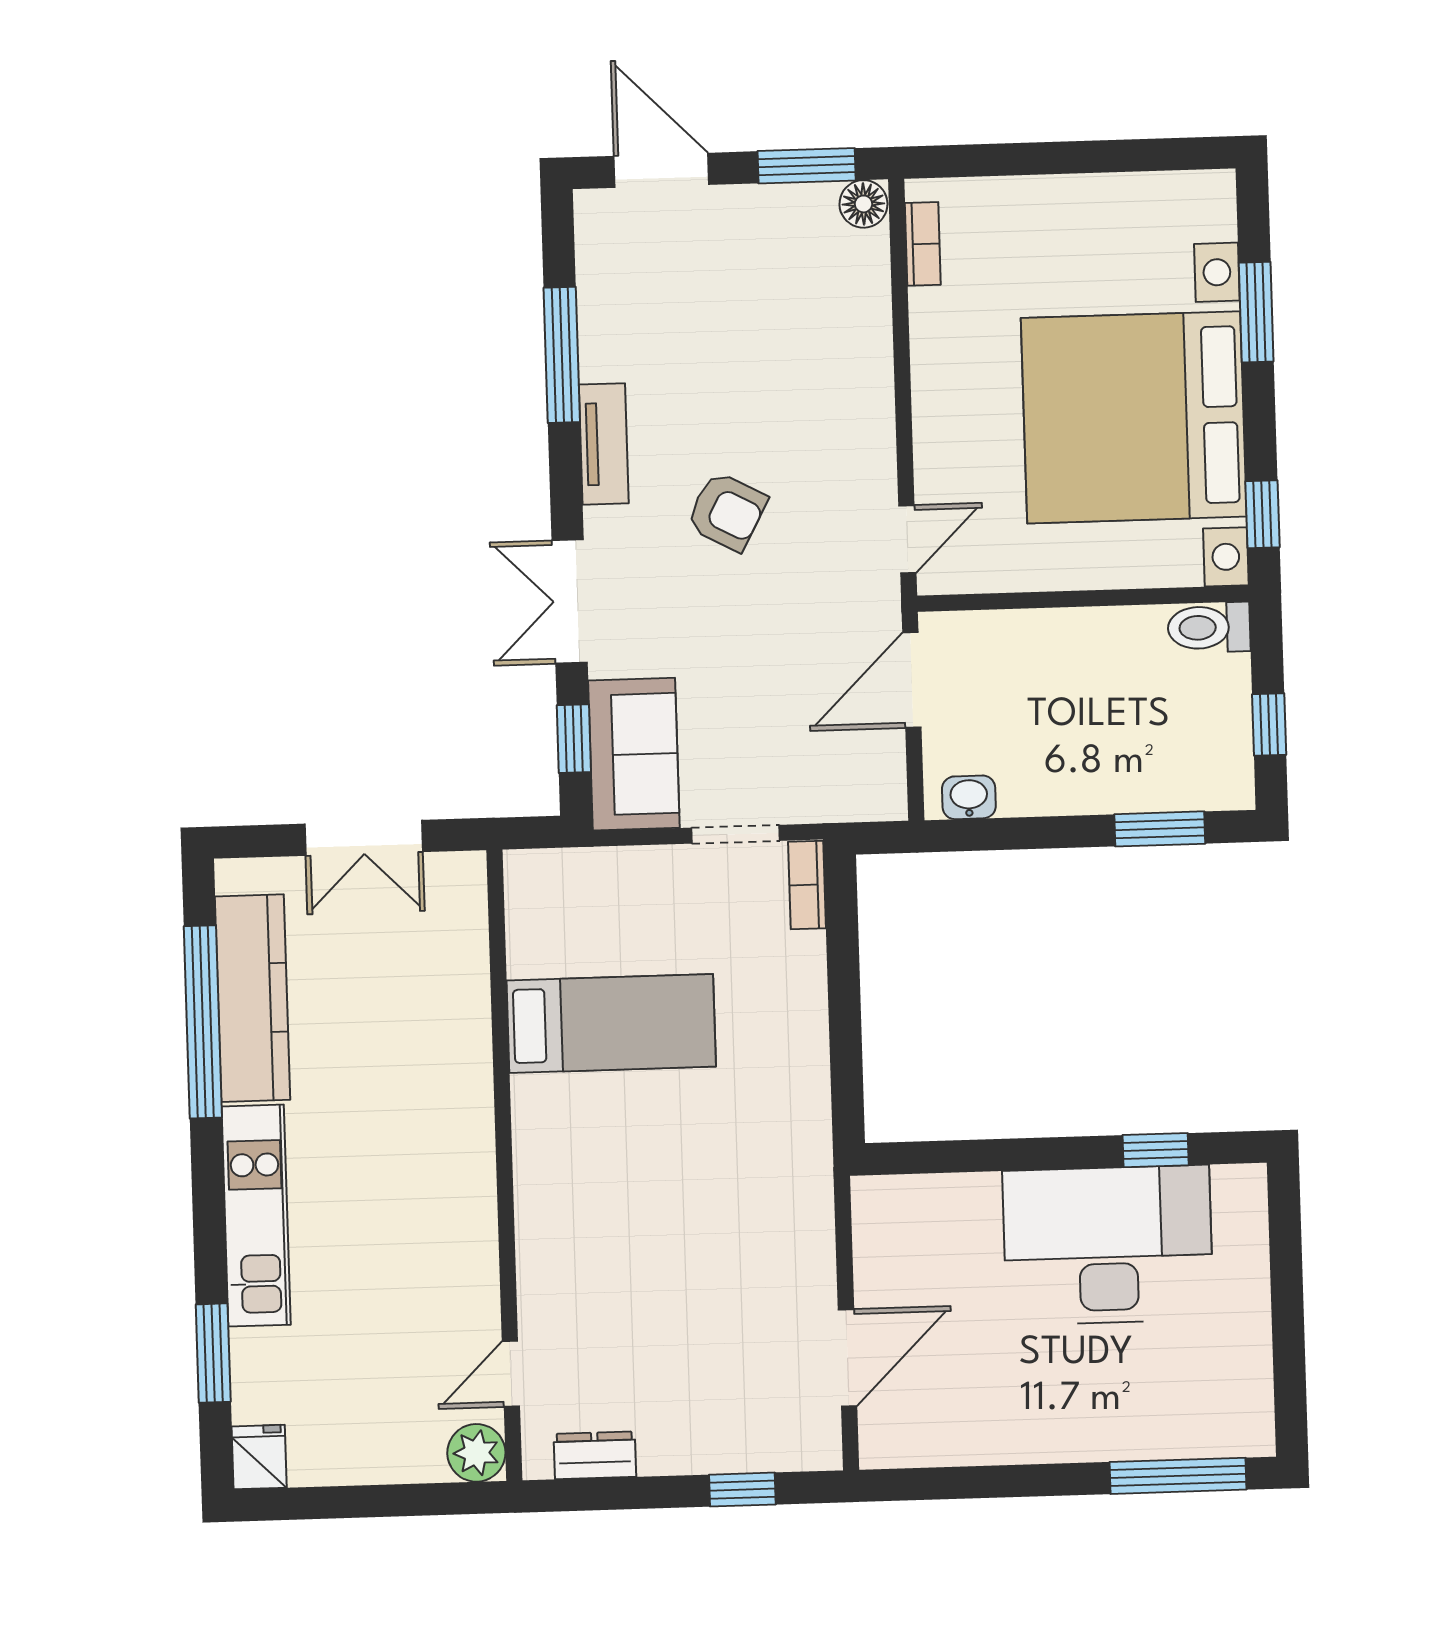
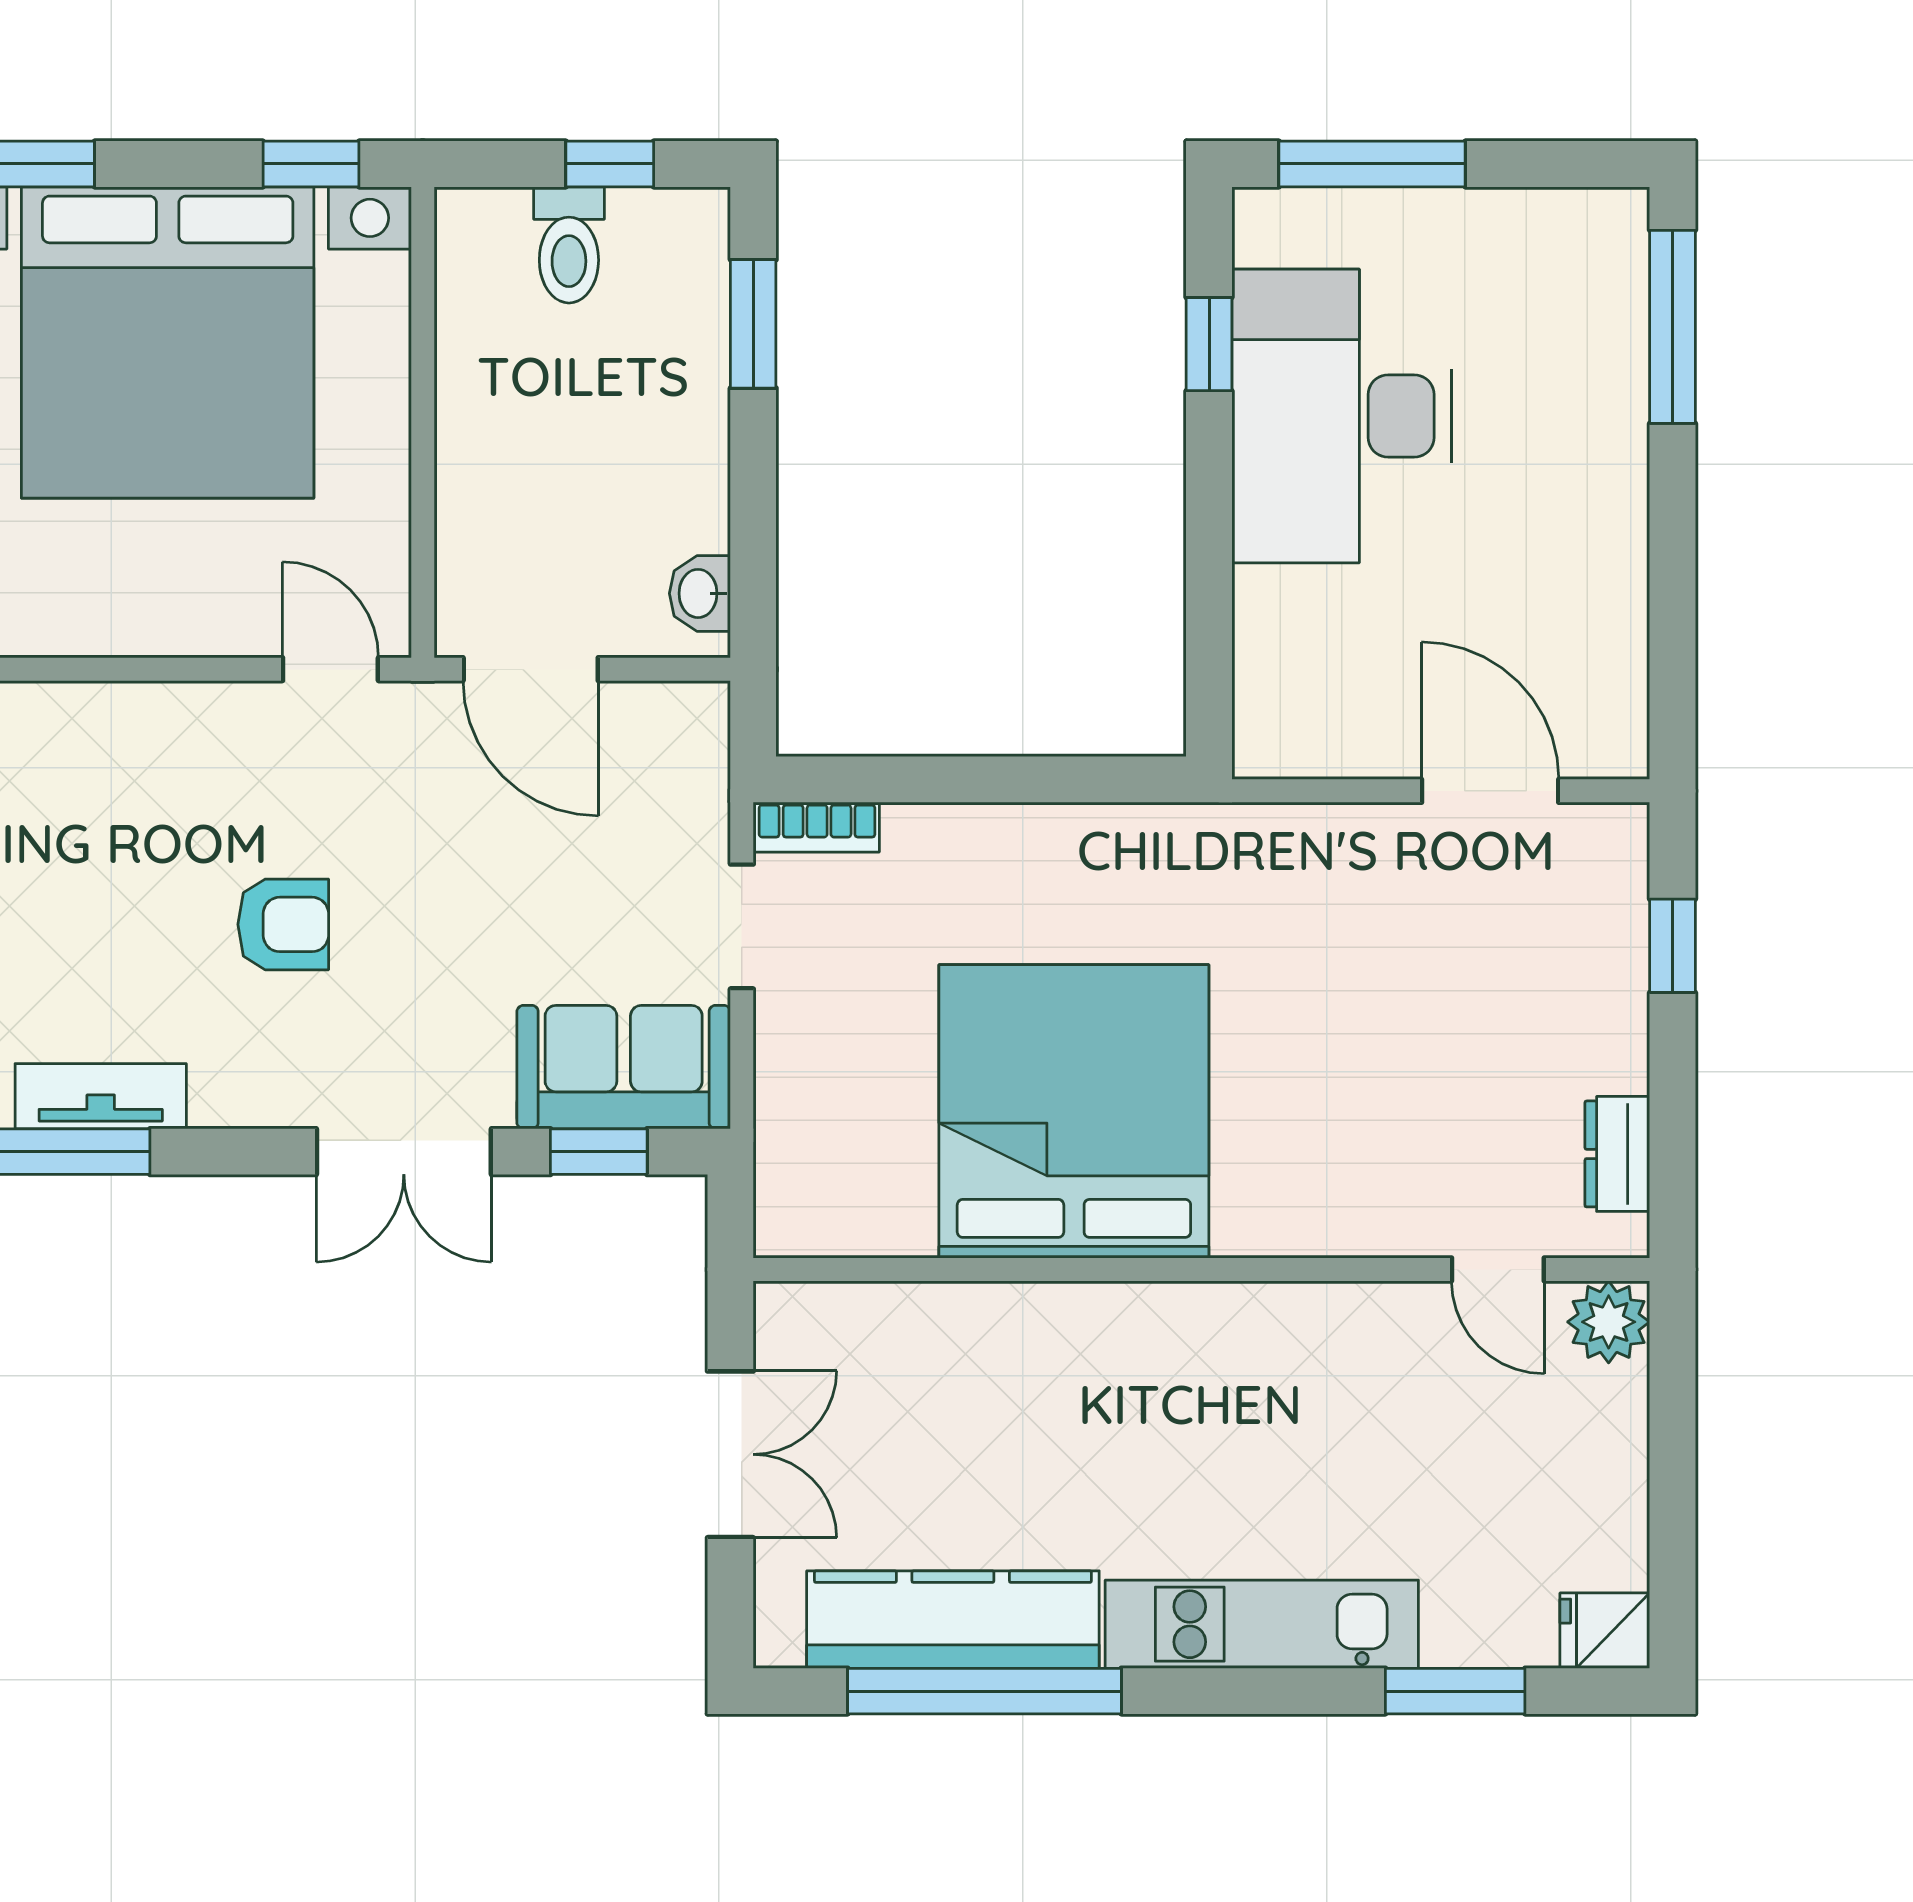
tv unit: (604, 444) -> (101, 1096), moved
armchair: (727, 511) -> (283, 924), turned 62
toilet: (1209, 627) -> (569, 245), moved
bed: (611, 1024) -> (1074, 1111), width x2.04
window: (1286, 1261) -> (1372, 164), added

